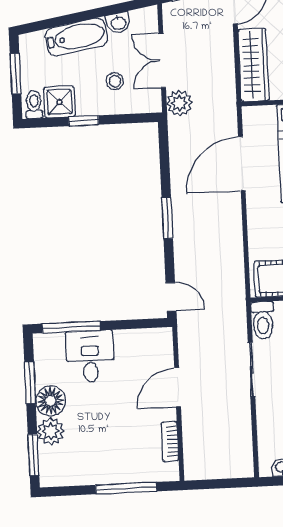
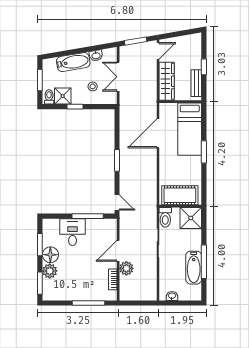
plant: (179, 103) -> (126, 268), moved
window: (71, 327) -> (88, 216), moved

